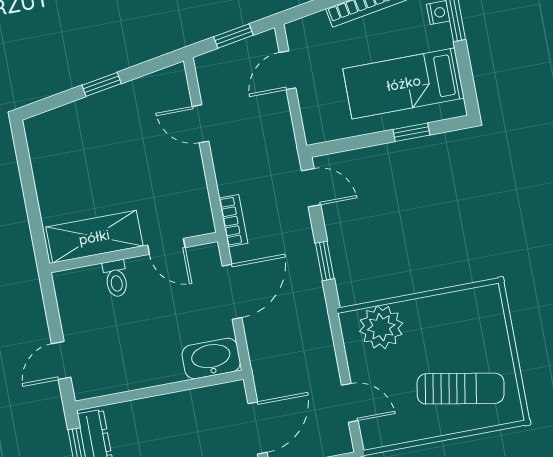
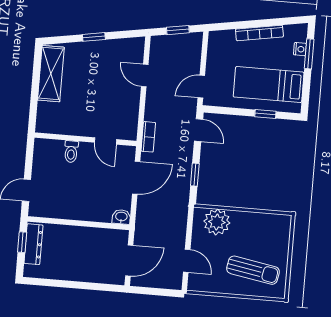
door: (288, 70) -> (201, 87), moved
shelving: (94, 237) -> (51, 74), moved, turned 90
washbasin: (211, 358) -> (121, 217), width x0.52, depth x0.69

